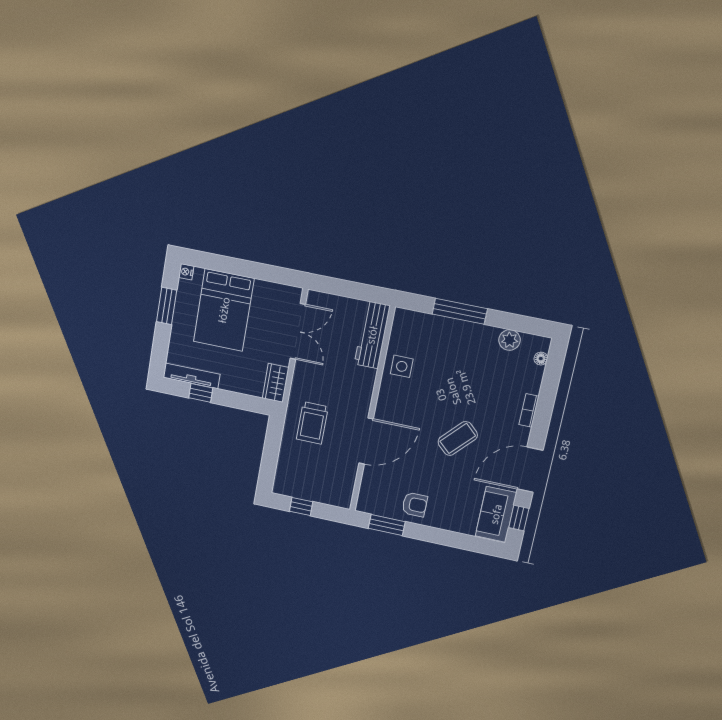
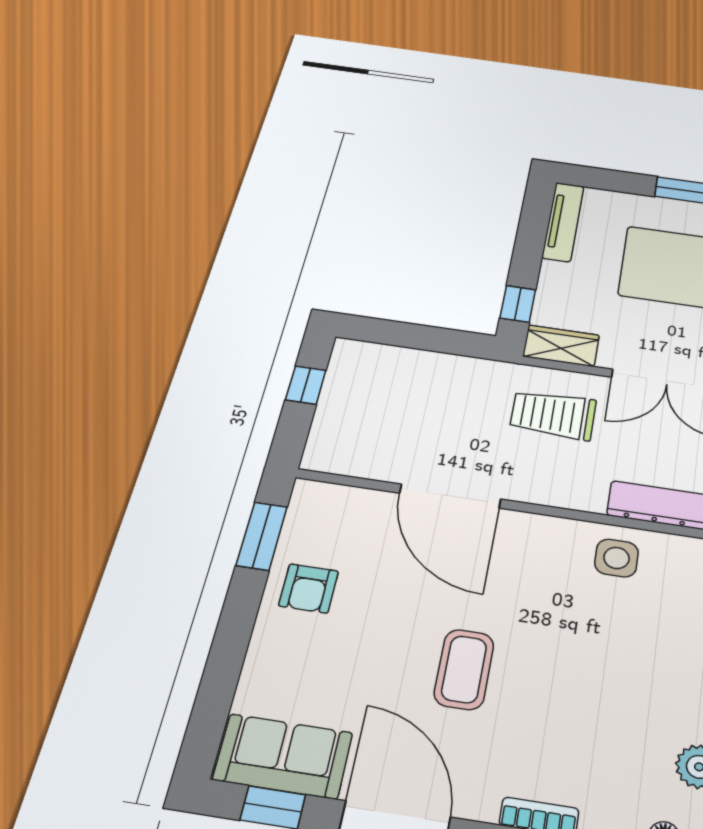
window: (201, 393) -> (518, 304), moved
trolley: (312, 423) -> (553, 415), moved
coffee table: (458, 438) -> (464, 669), turned 47

